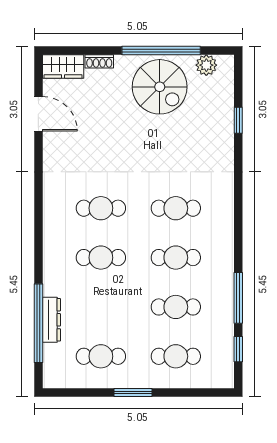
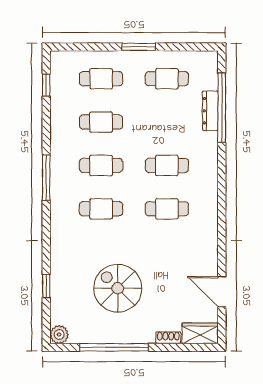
plant: (206, 65) -> (59, 334), moved
spiral stairs: (160, 87) -> (118, 288), moved
window: (238, 298) -> (46, 178), moved

